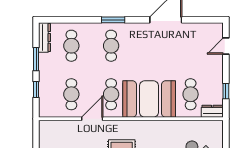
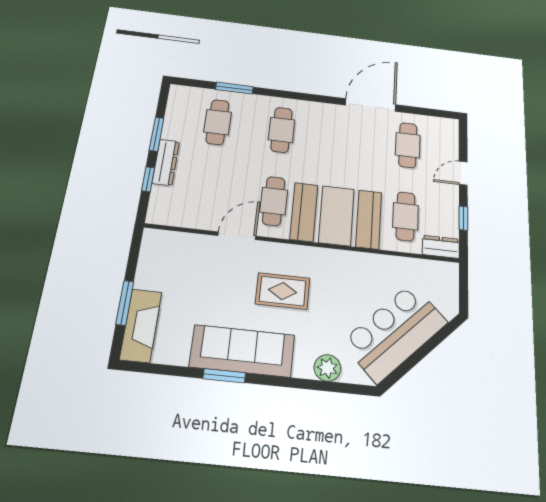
window: (113, 20) -> (234, 88), moved
dresser: (44, 37) -> (166, 162), moved
door: (226, 46) -> (463, 173), moved
cafe table: (71, 94) -> (408, 145), moved

